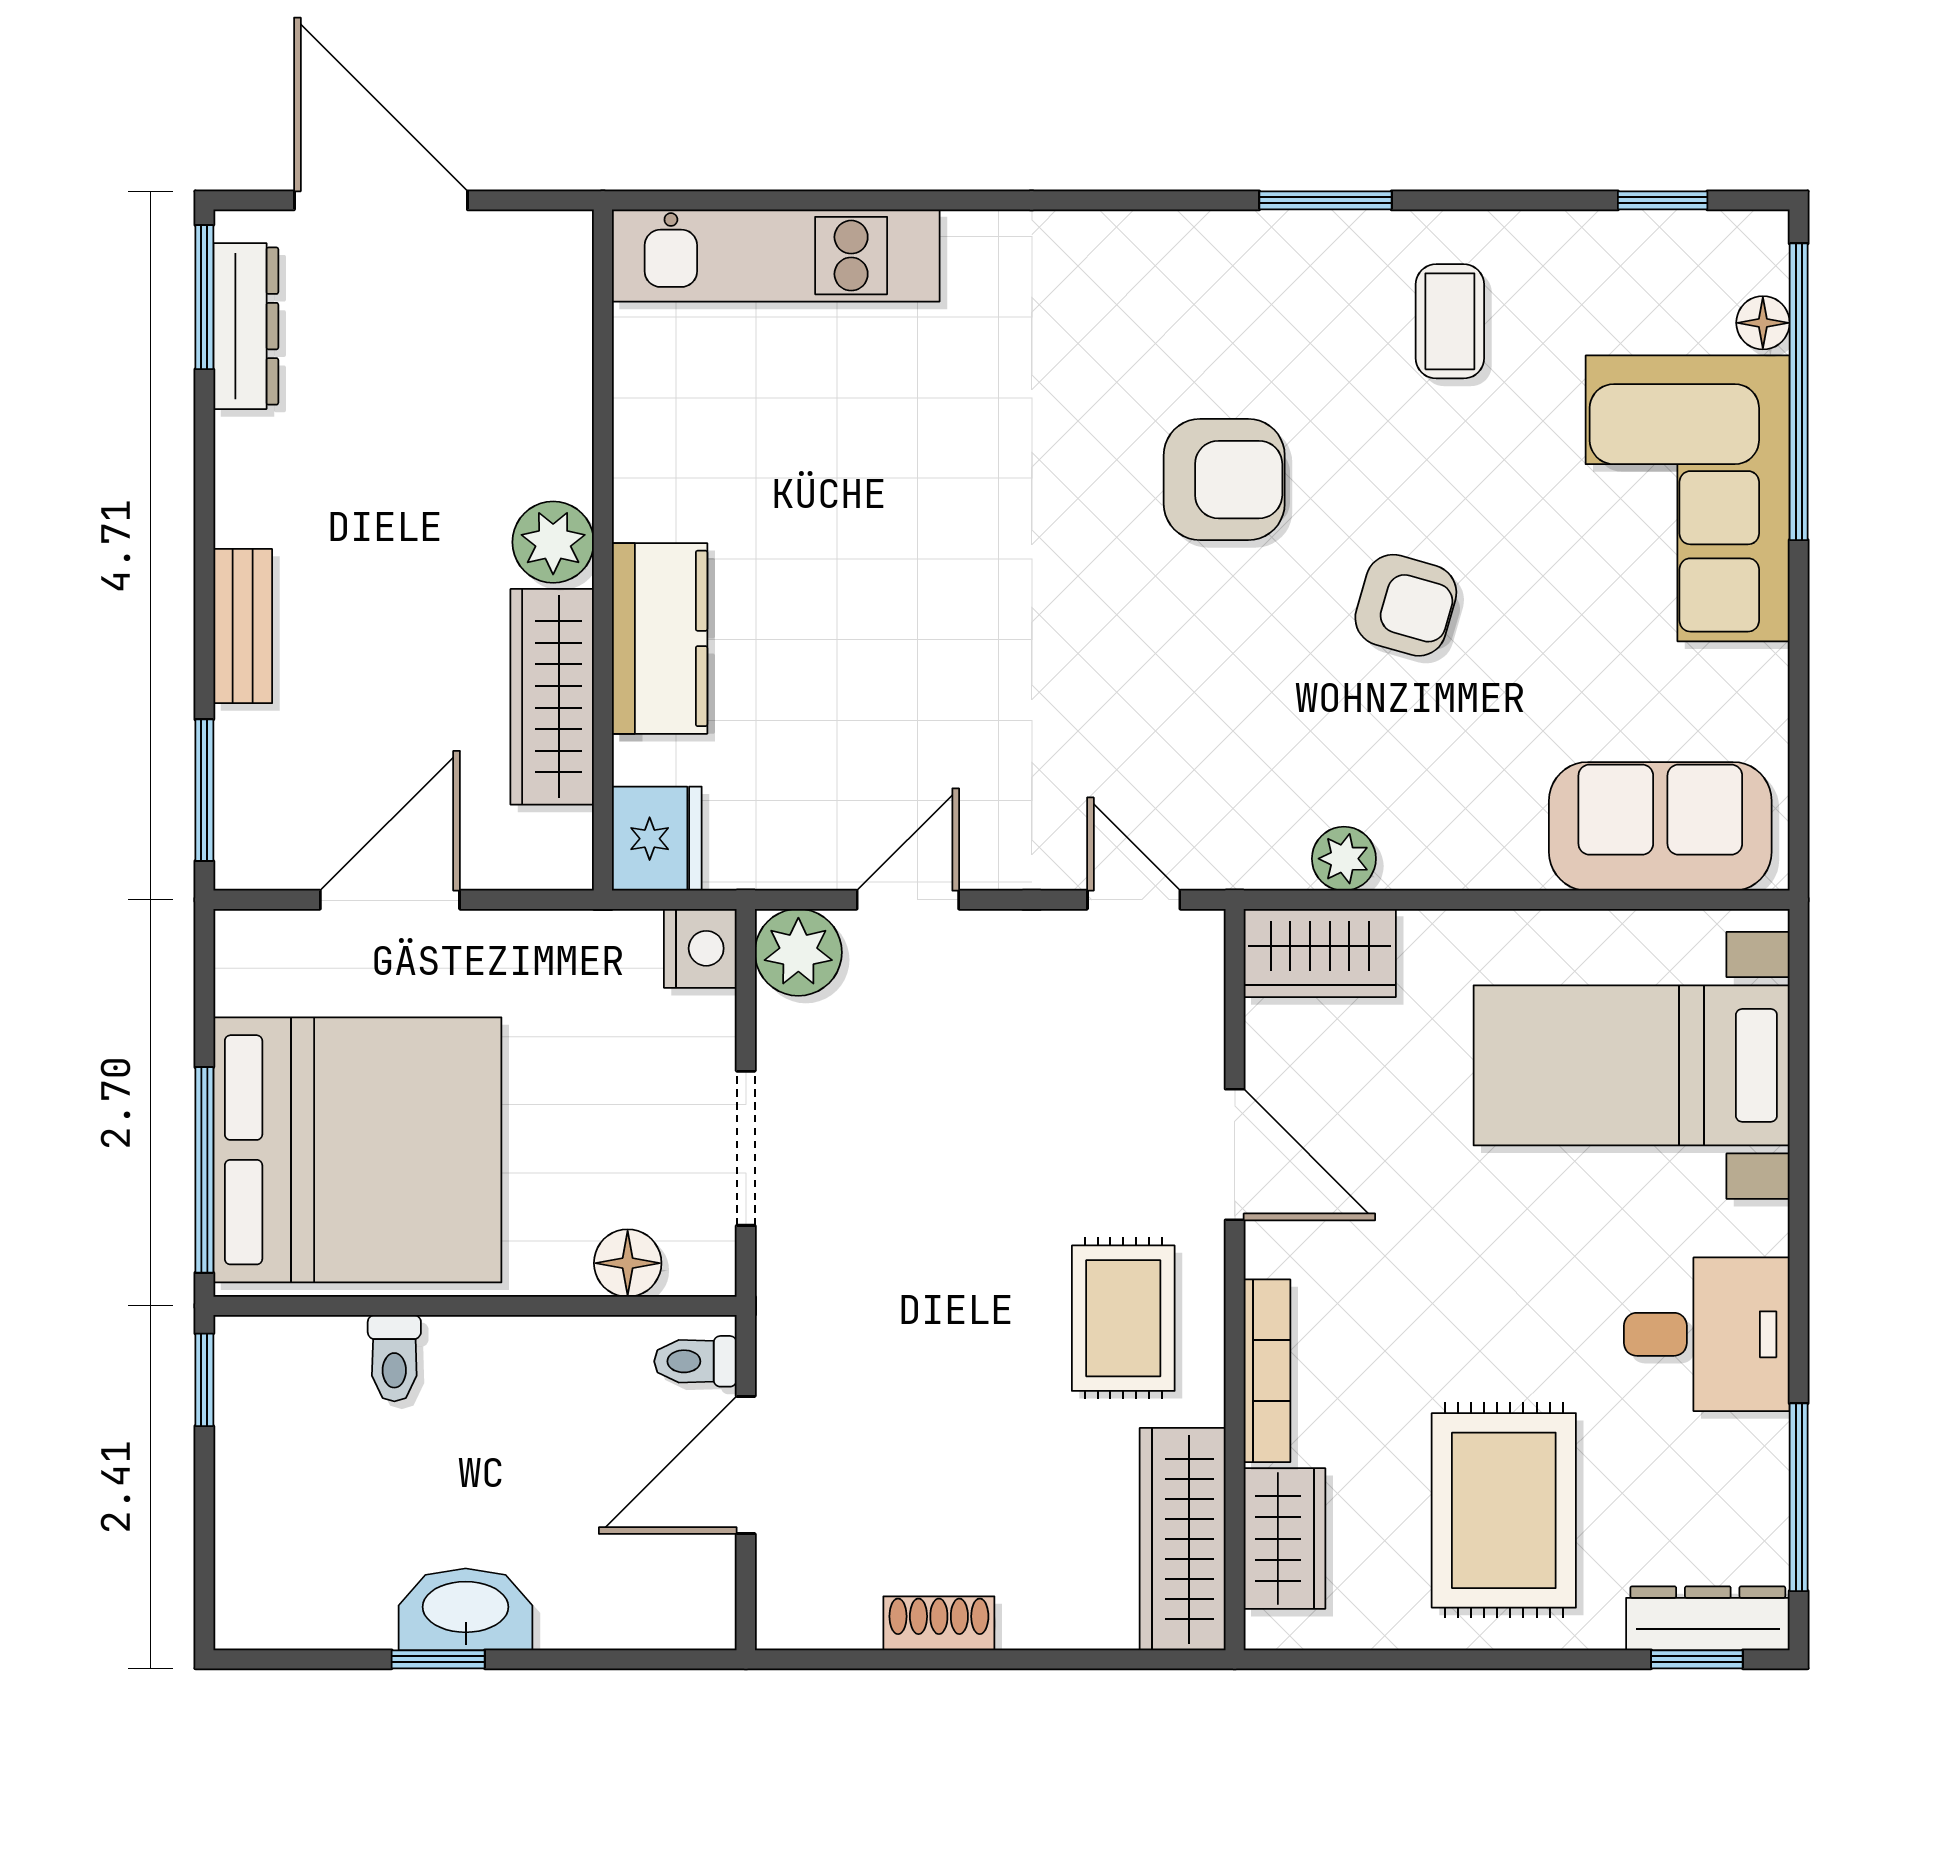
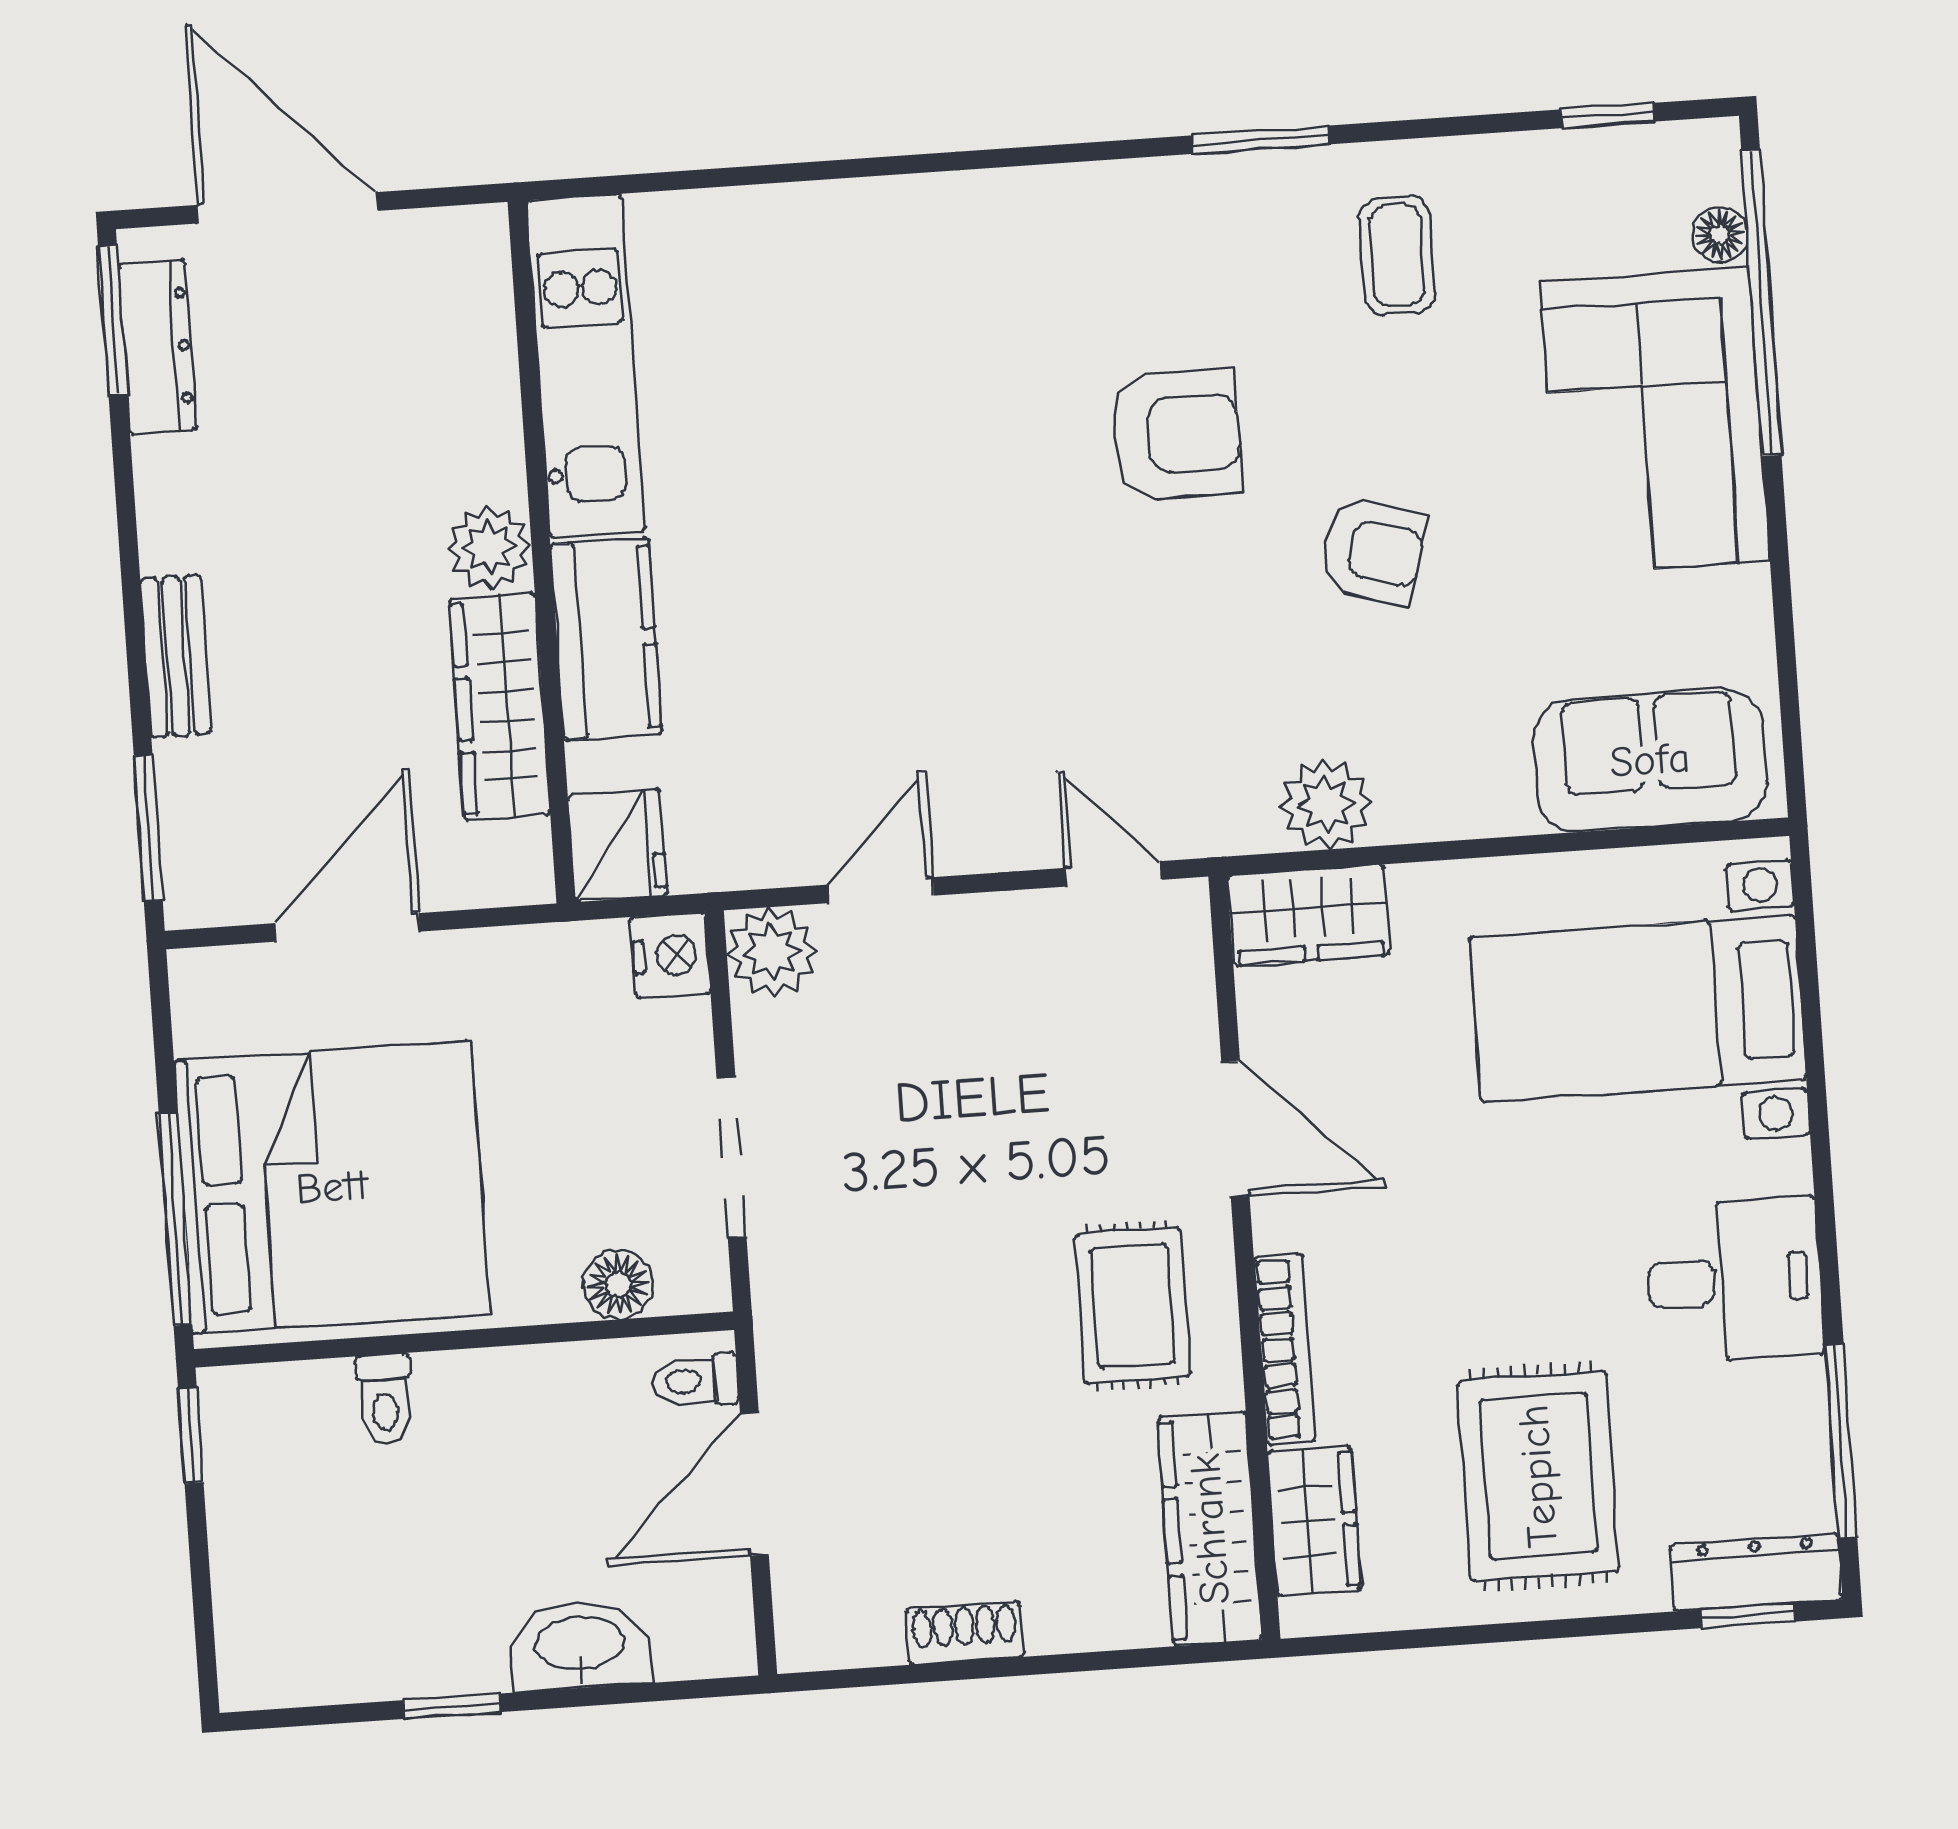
kitchen unit: (776, 256) -> (585, 366), moved, turned -90
plant: (1344, 859) -> (1326, 804), width x1.38, depth x1.38
washbasin: (466, 1609) -> (580, 1645), moved

